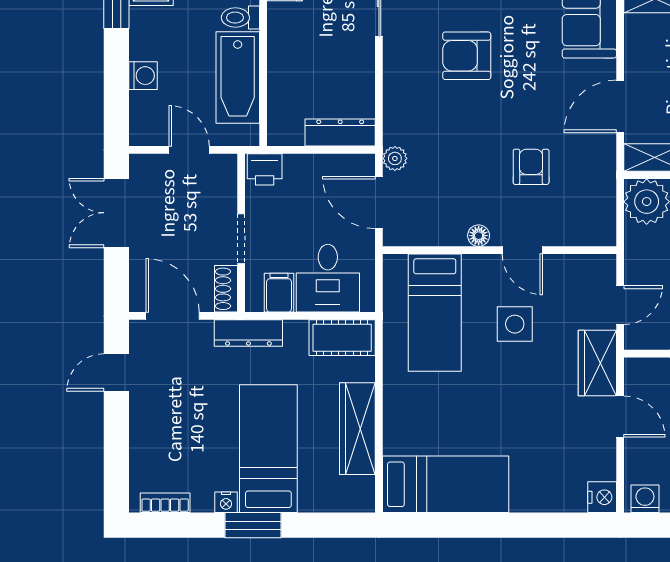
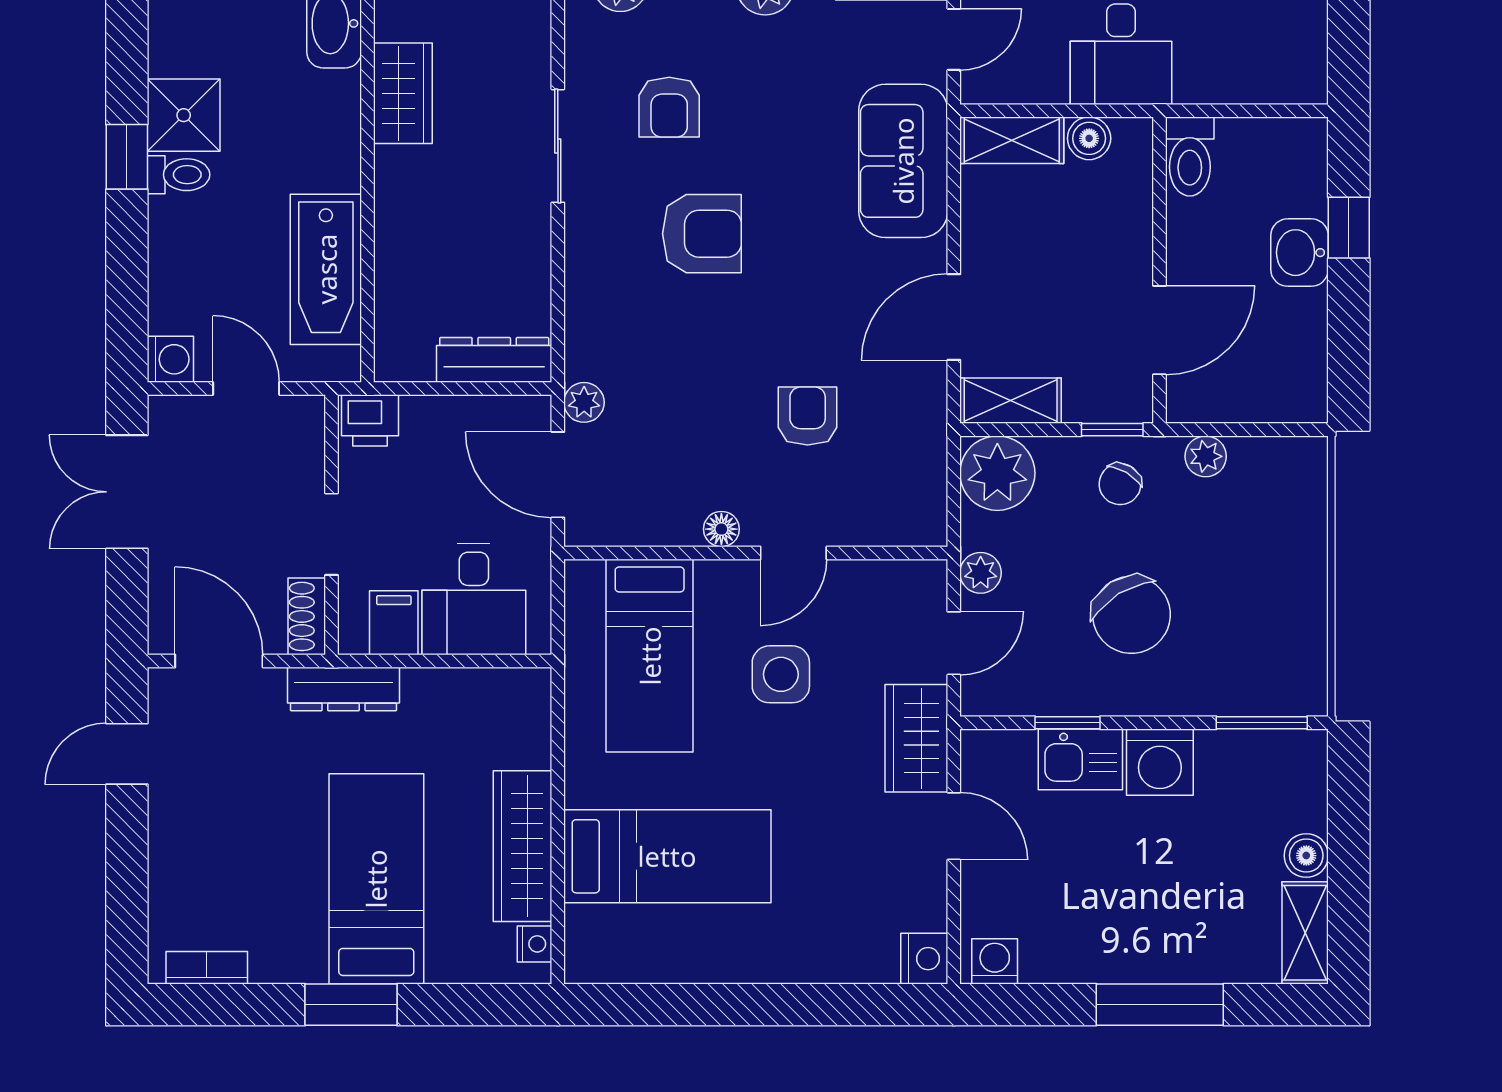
toilet: (240, 18) -> (179, 175), moved, turned 180
armchair: (467, 56) -> (702, 234), turned 180
washing machine: (143, 76) -> (170, 359), moved
door: (522, 250) -> (793, 553), hinge flipped
plant: (636, 262) -> (981, 573), added
cot: (342, 338) -> (497, 697), removed
bed: (446, 484) -> (667, 856), moved
nightstand: (226, 502) -> (534, 944), moved, turned -90

